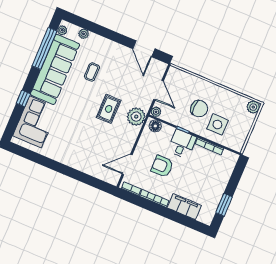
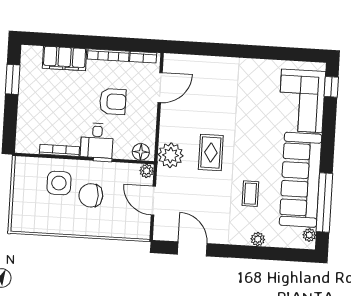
plant: (84, 34) -> (258, 239), moved
window: (23, 99) -> (331, 87), moved
plant: (253, 107) -> (20, 223), removed

